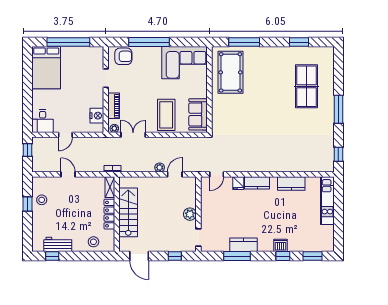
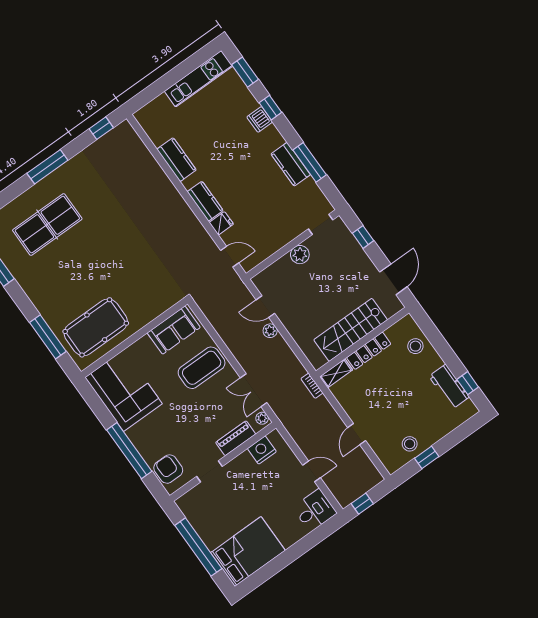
kitchen unit: (327, 201) -> (199, 79), moved

